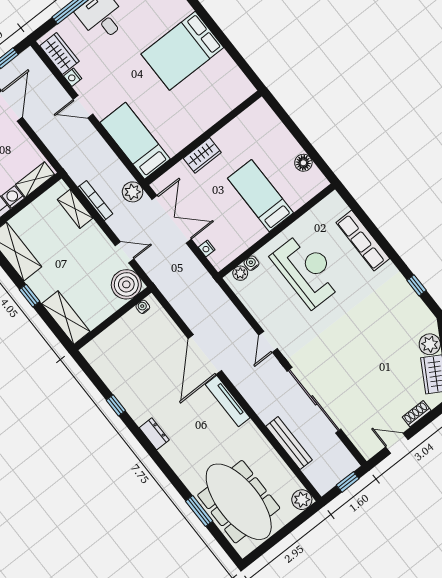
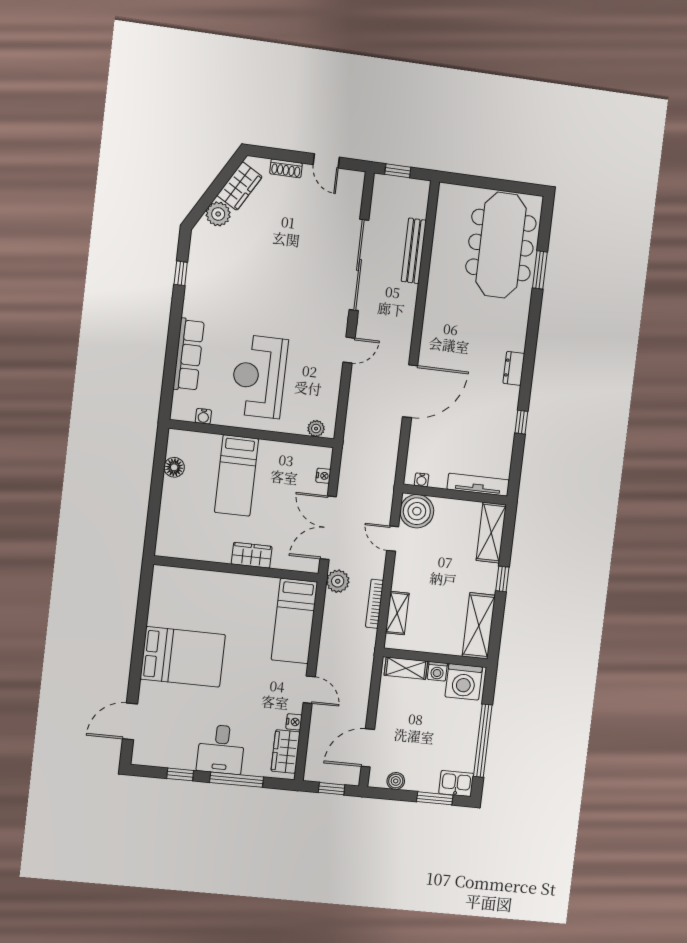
water cooler: (251, 263) -> (203, 416), moved
tv unit: (228, 401) -> (478, 485), moved, turned -90
plant: (302, 500) -> (449, 195), removed

